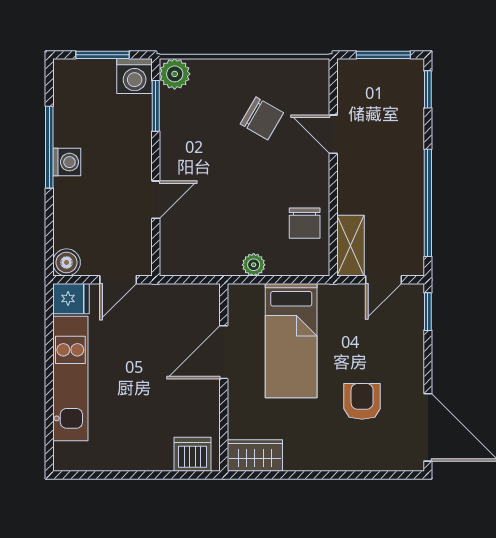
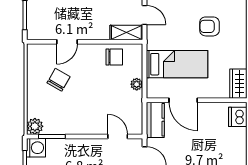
door: (156, 200) -> (118, 136), moved
kitchen counter: (187, 300) -> (155, 120), added

